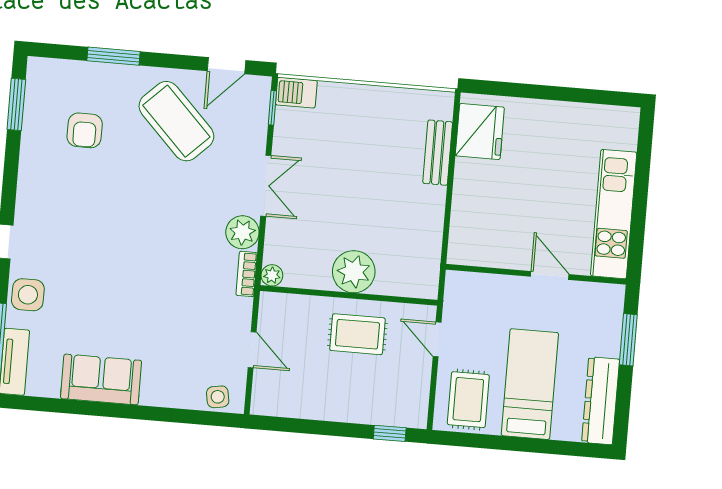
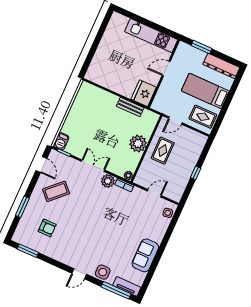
coffee table: (176, 121) -> (56, 191), width x0.73, depth x0.76
fridge: (480, 131) -> (144, 93), moved, turned -90
bench: (438, 153) -> (130, 107), moved
window: (390, 433) -> (196, 173), moved

